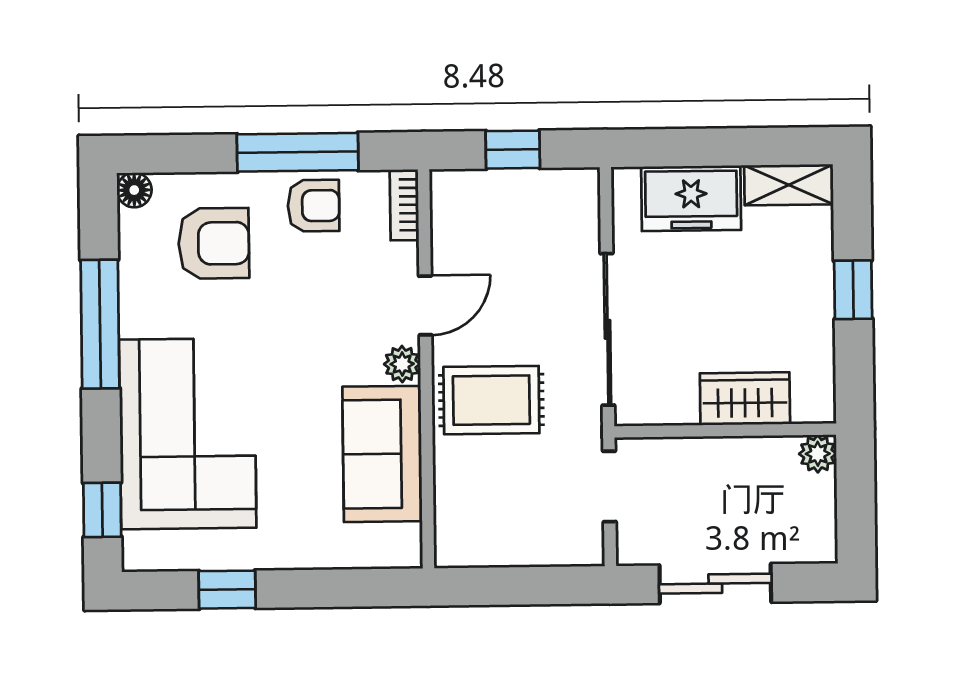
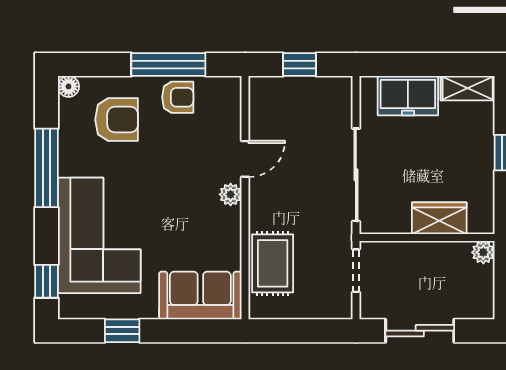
bookcase: (404, 205) -> (233, 98), removed
rug: (491, 400) -> (273, 263), moved, turned 90
sofa: (382, 454) -> (200, 295), moved, turned 90

